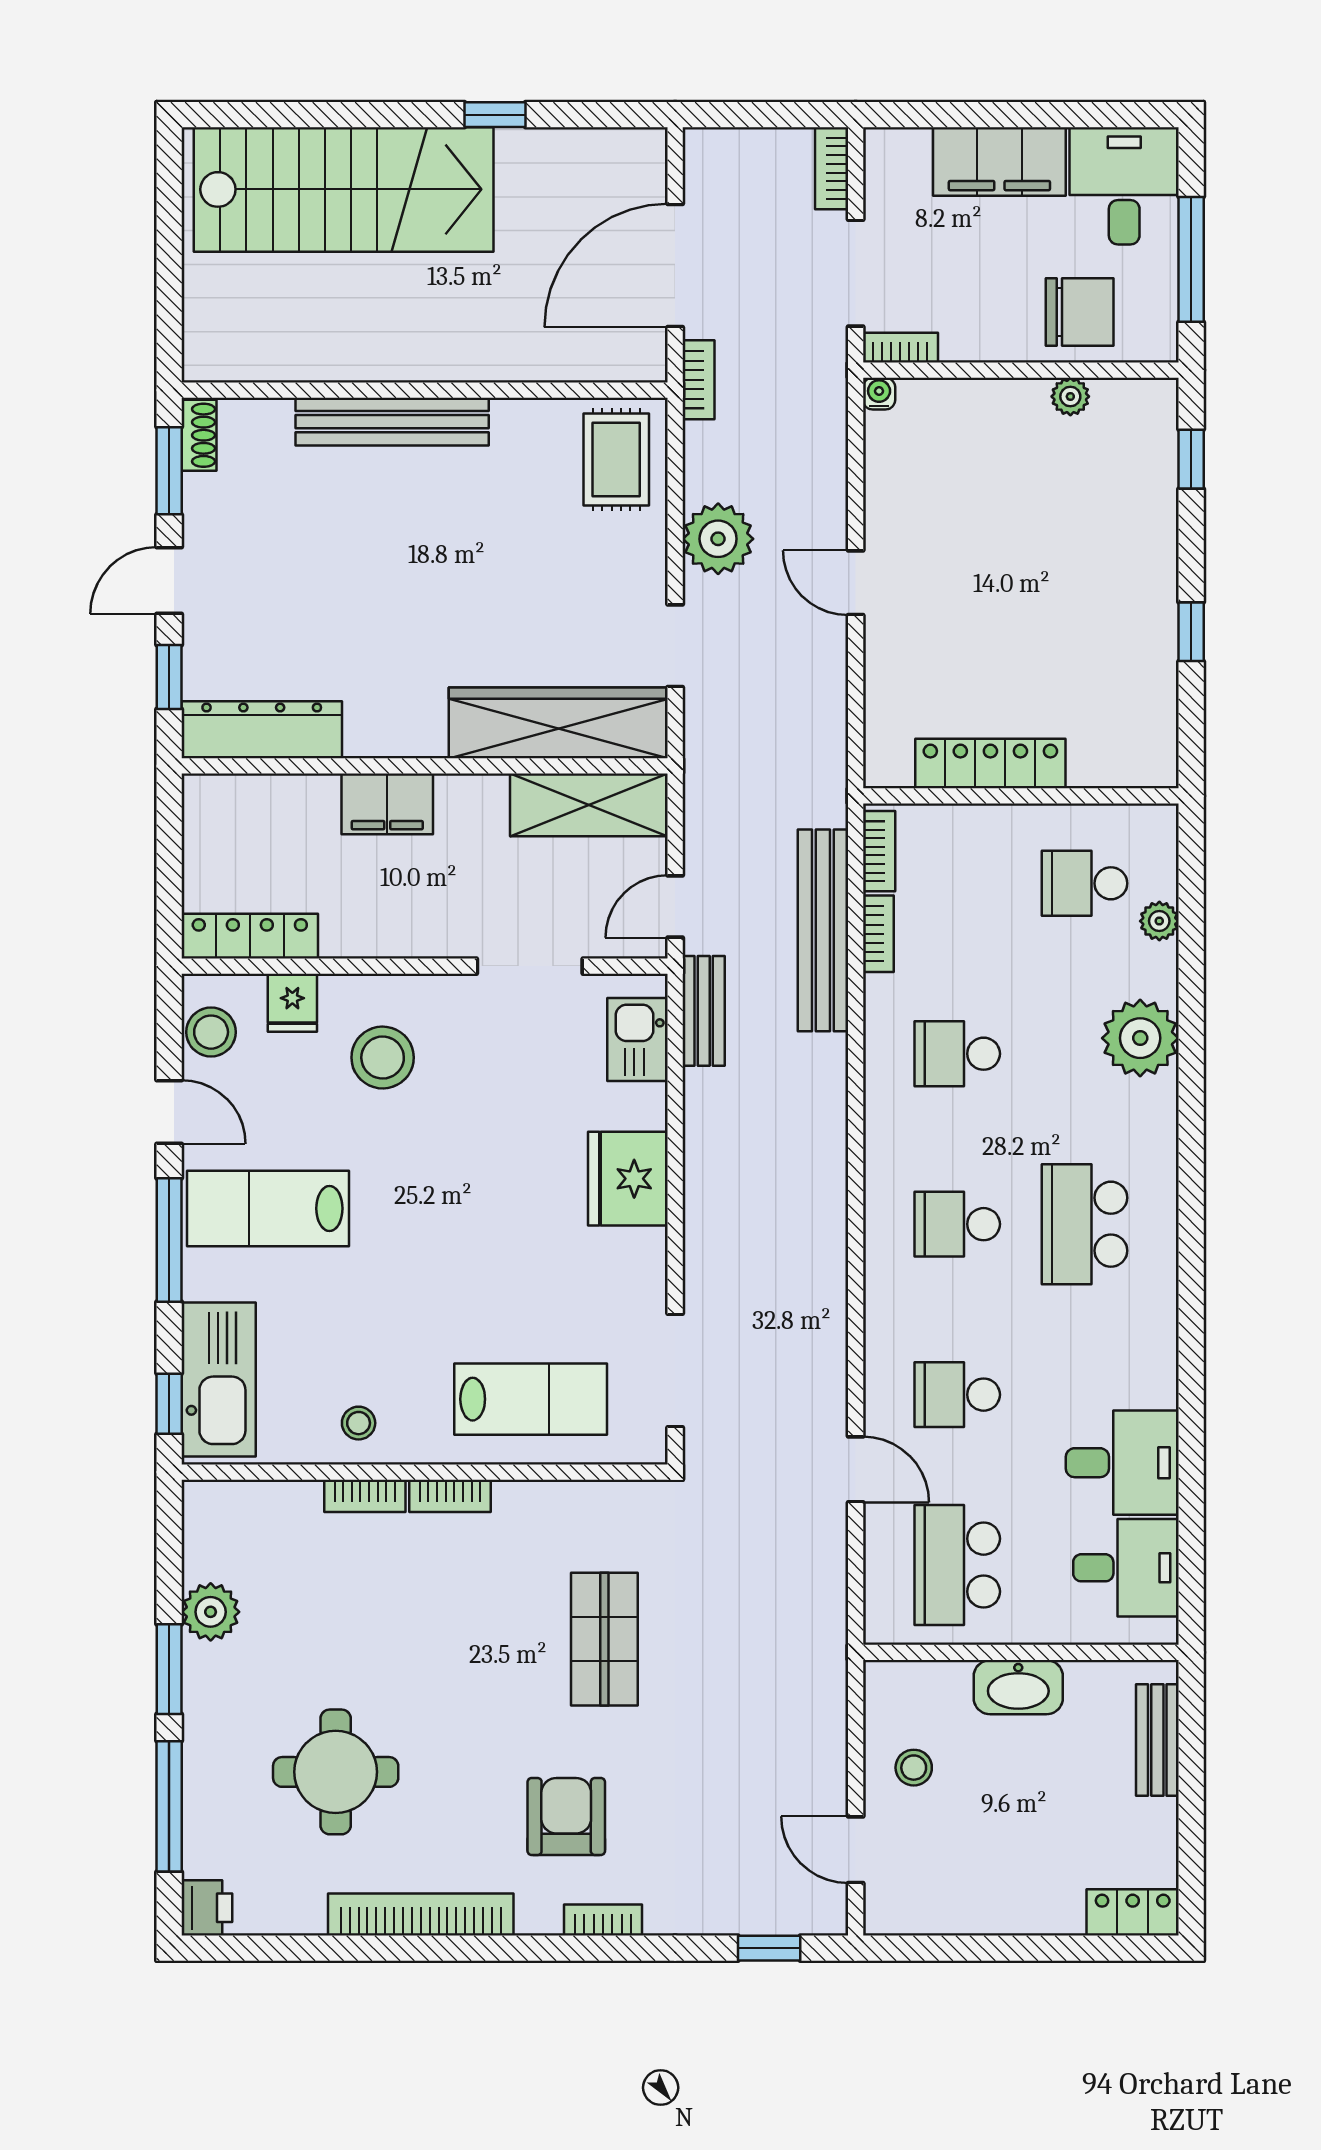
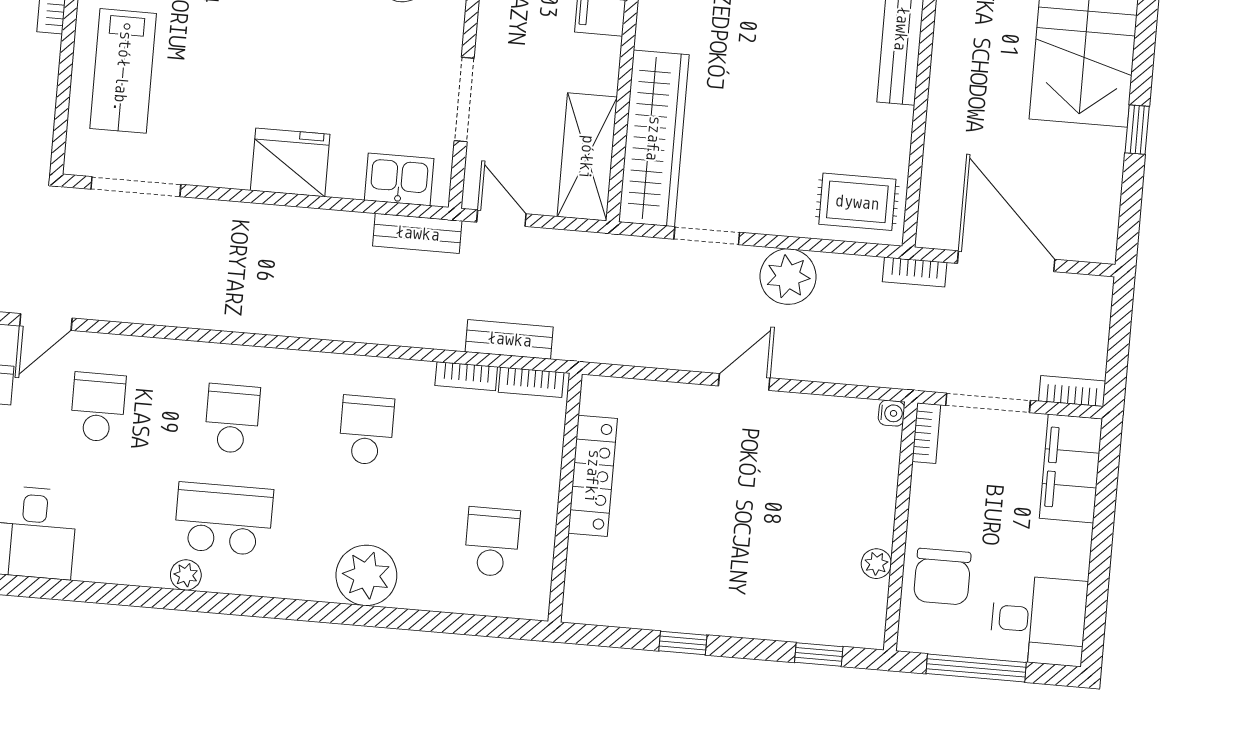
filing cabinet: (999, 162) -> (1071, 469), moved
plant: (1159, 921) -> (186, 575), moved
bench: (823, 930) -> (509, 339), width x0.54, depth x0.82

